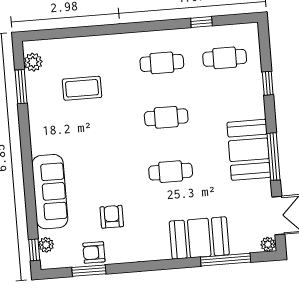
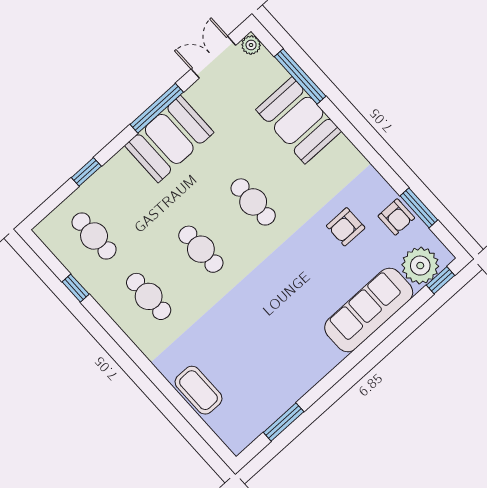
plant: (33, 62) -> (249, 429), removed
coffee table: (82, 88) -> (199, 390), moved
plant: (46, 245) -> (420, 266), width x1.88, depth x1.88

